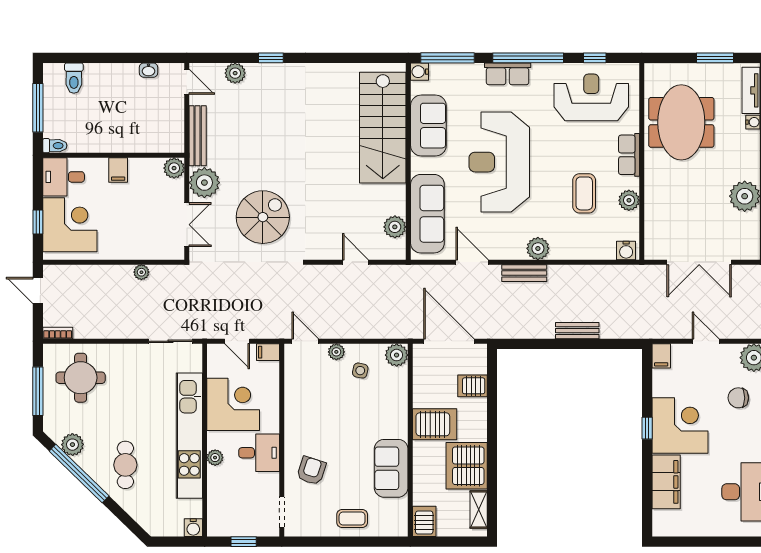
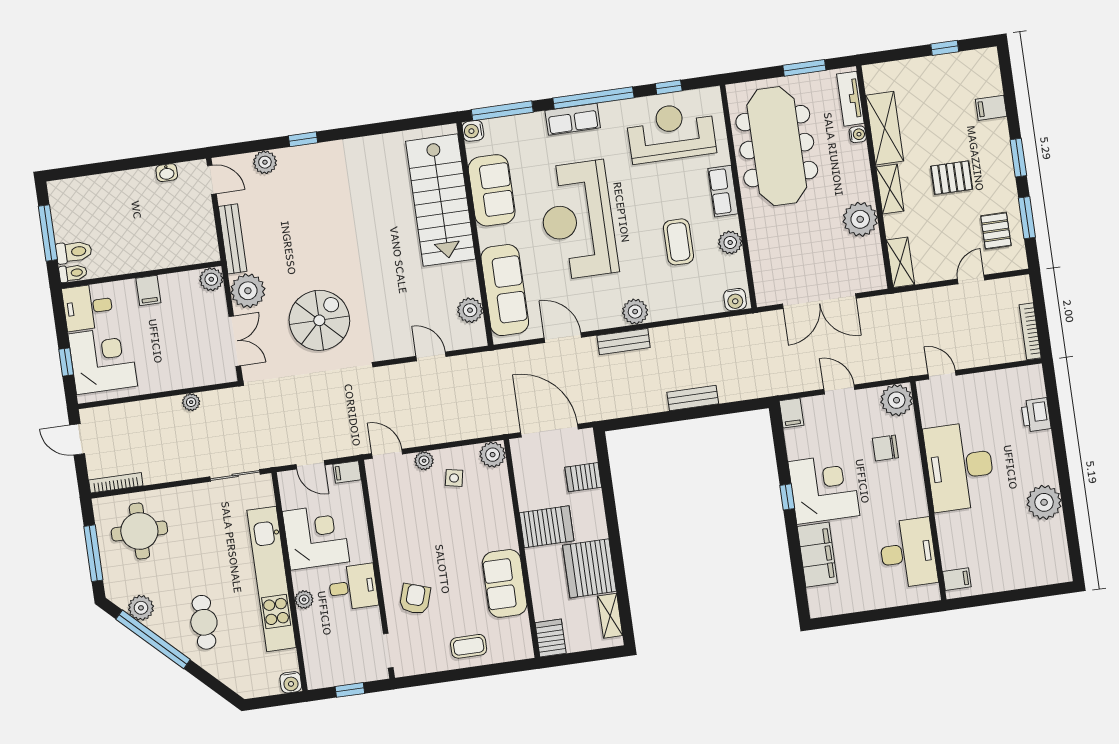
toilet: (74, 78) -> (74, 252), moved, turned -90
meeting table: (681, 122) -> (777, 146), width x1.36
bookcase: (58, 333) -> (116, 483), width x1.56

